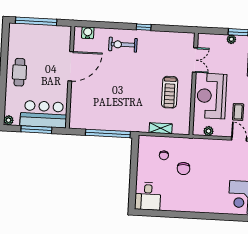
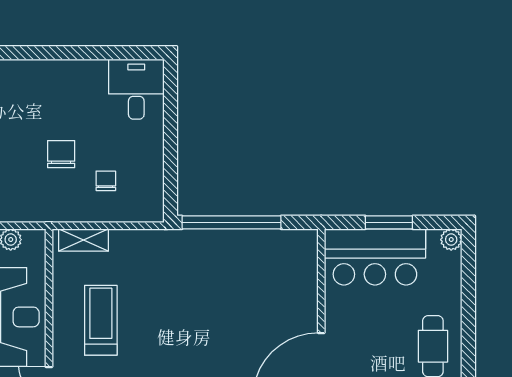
shelving: (161, 128) -> (83, 240), moved
window: (36, 130) -> (389, 222), width x0.69

